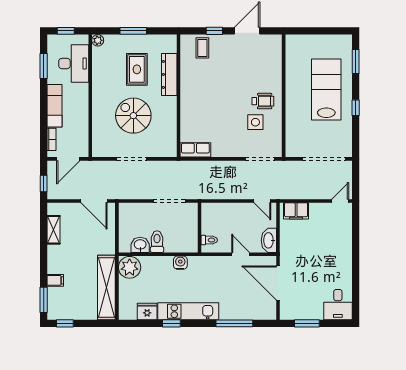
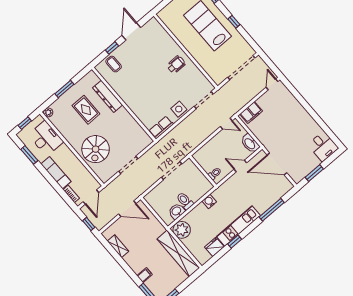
spiral stairs: (133, 116) -> (96, 149), moved, turned -90
side table: (255, 122) -> (179, 109), moved

